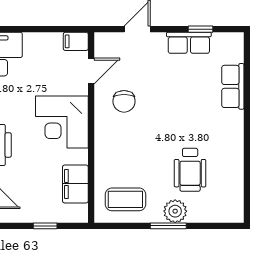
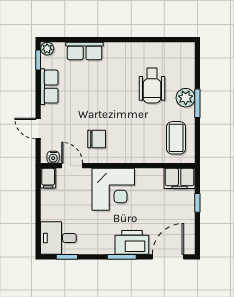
window: (200, 29) -> (38, 60), moved
plant: (236, 40) -> (47, 49), added
water cooler: (102, 48) -> (53, 157), added
wheelchair: (190, 170) -> (152, 86), turned 90
filing cabinet: (75, 184) -> (180, 178), moved

